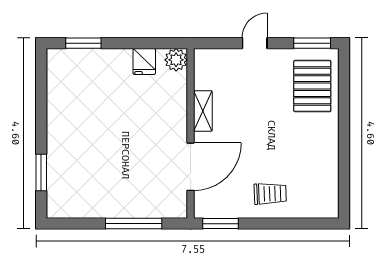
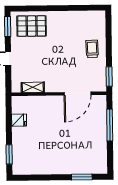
plant: (176, 60) -> (18, 102), removed
shelving: (203, 111) -> (33, 87), moved
door: (191, 167) -> (78, 94), swing flipped

